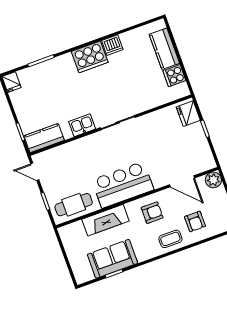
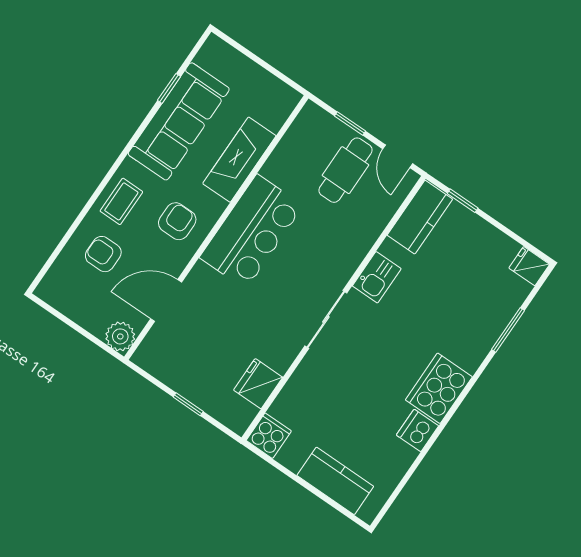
cooker: (174, 76) -> (269, 436), moved
fridge: (188, 114) -> (258, 384), moved, turned -90
door: (35, 172) -> (398, 156), swing flipped
cafe table: (74, 205) -> (345, 170), moved
armchair: (152, 213) -> (177, 221), turned 180
sofa: (112, 259) -> (179, 121), width x1.36

